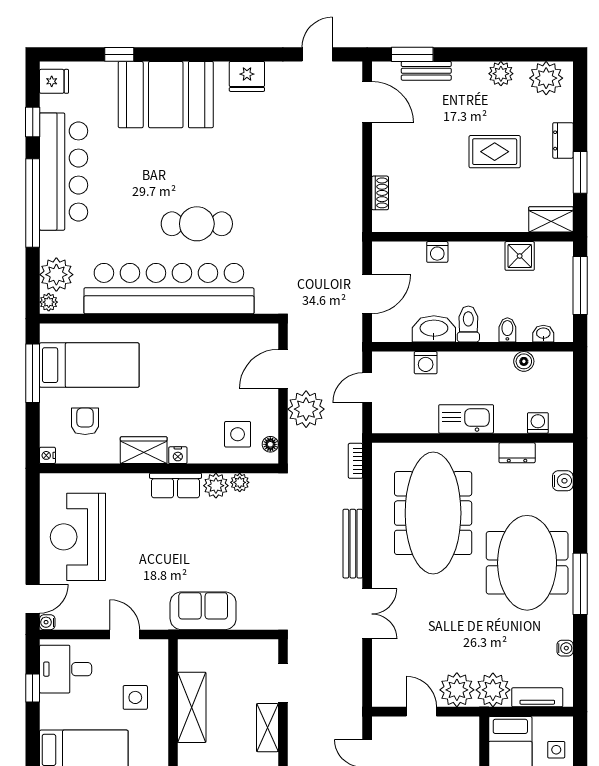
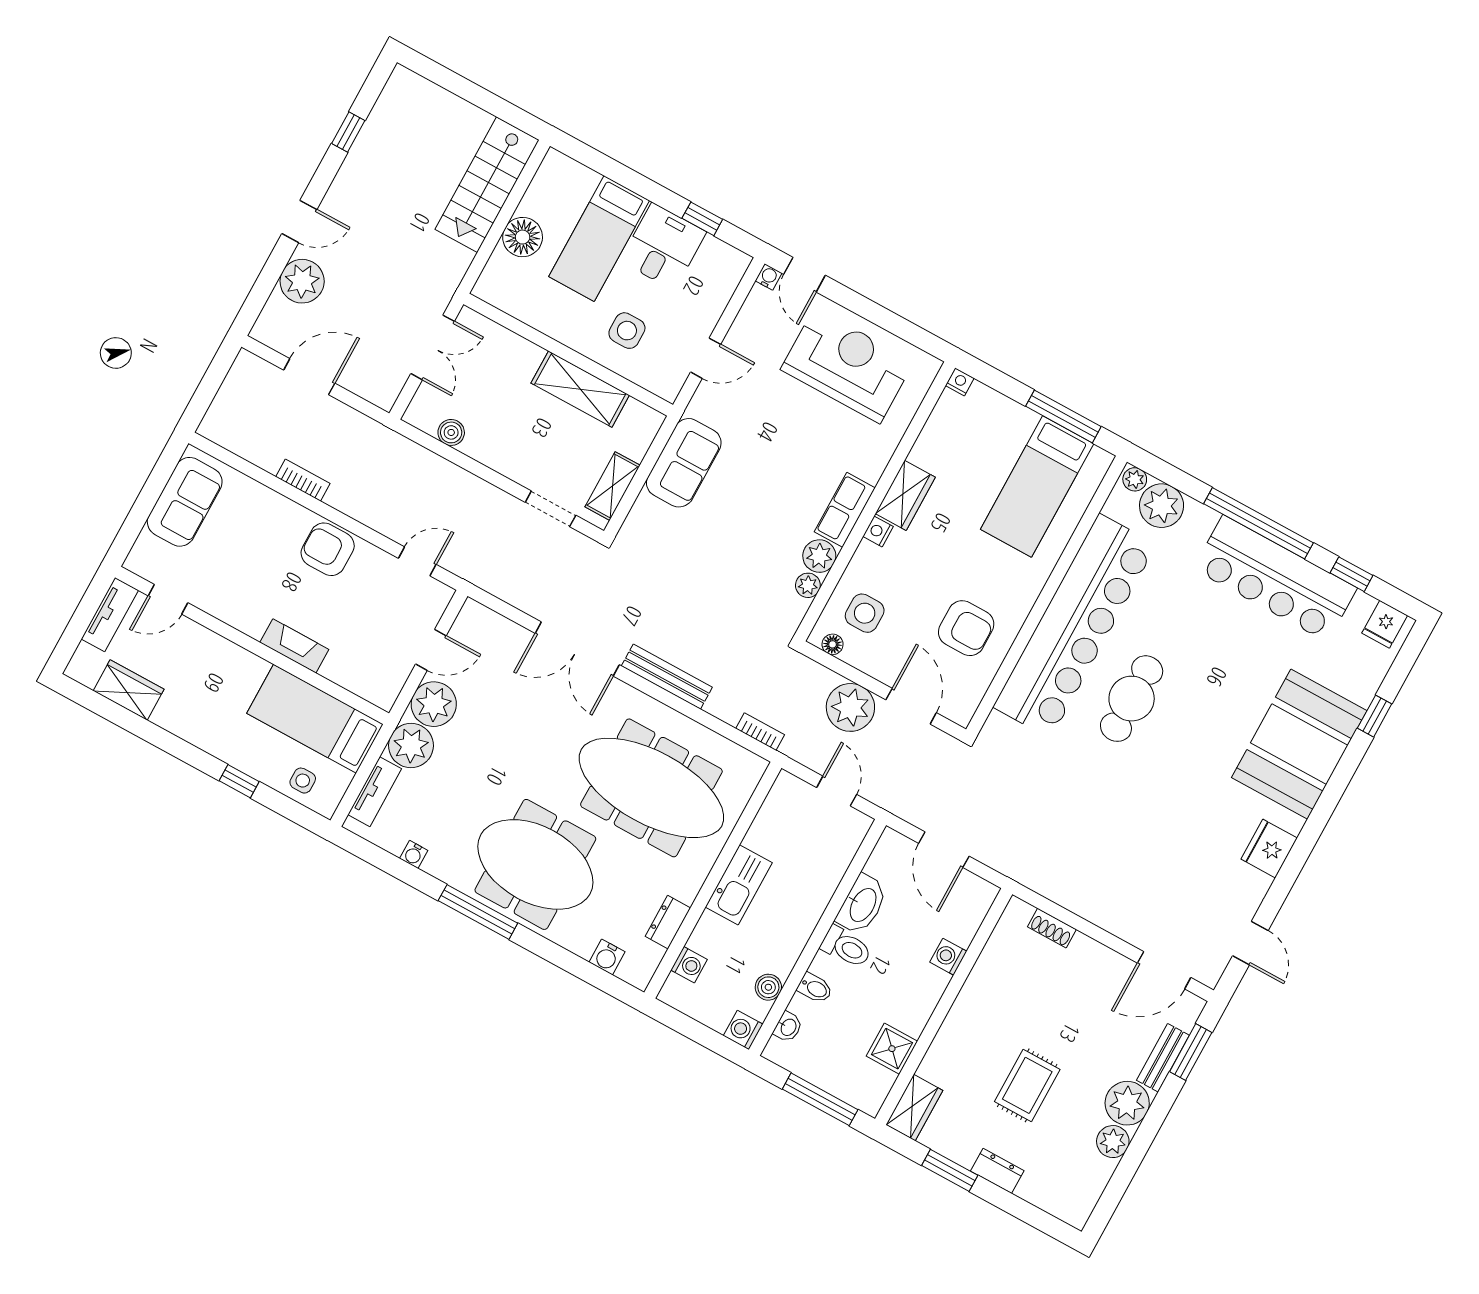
plant: (546, 78) -> (1127, 1103), moved
washing machine: (426, 363) -> (743, 1030), moved
armchair: (85, 421) -> (966, 628), moved, width x1.38, depth x1.38
double door: (367, 614) -> (577, 649), width x1.37
desk: (66, 669) -> (663, 246), moved
shelving: (267, 728) -> (613, 486), moved, turned 90

